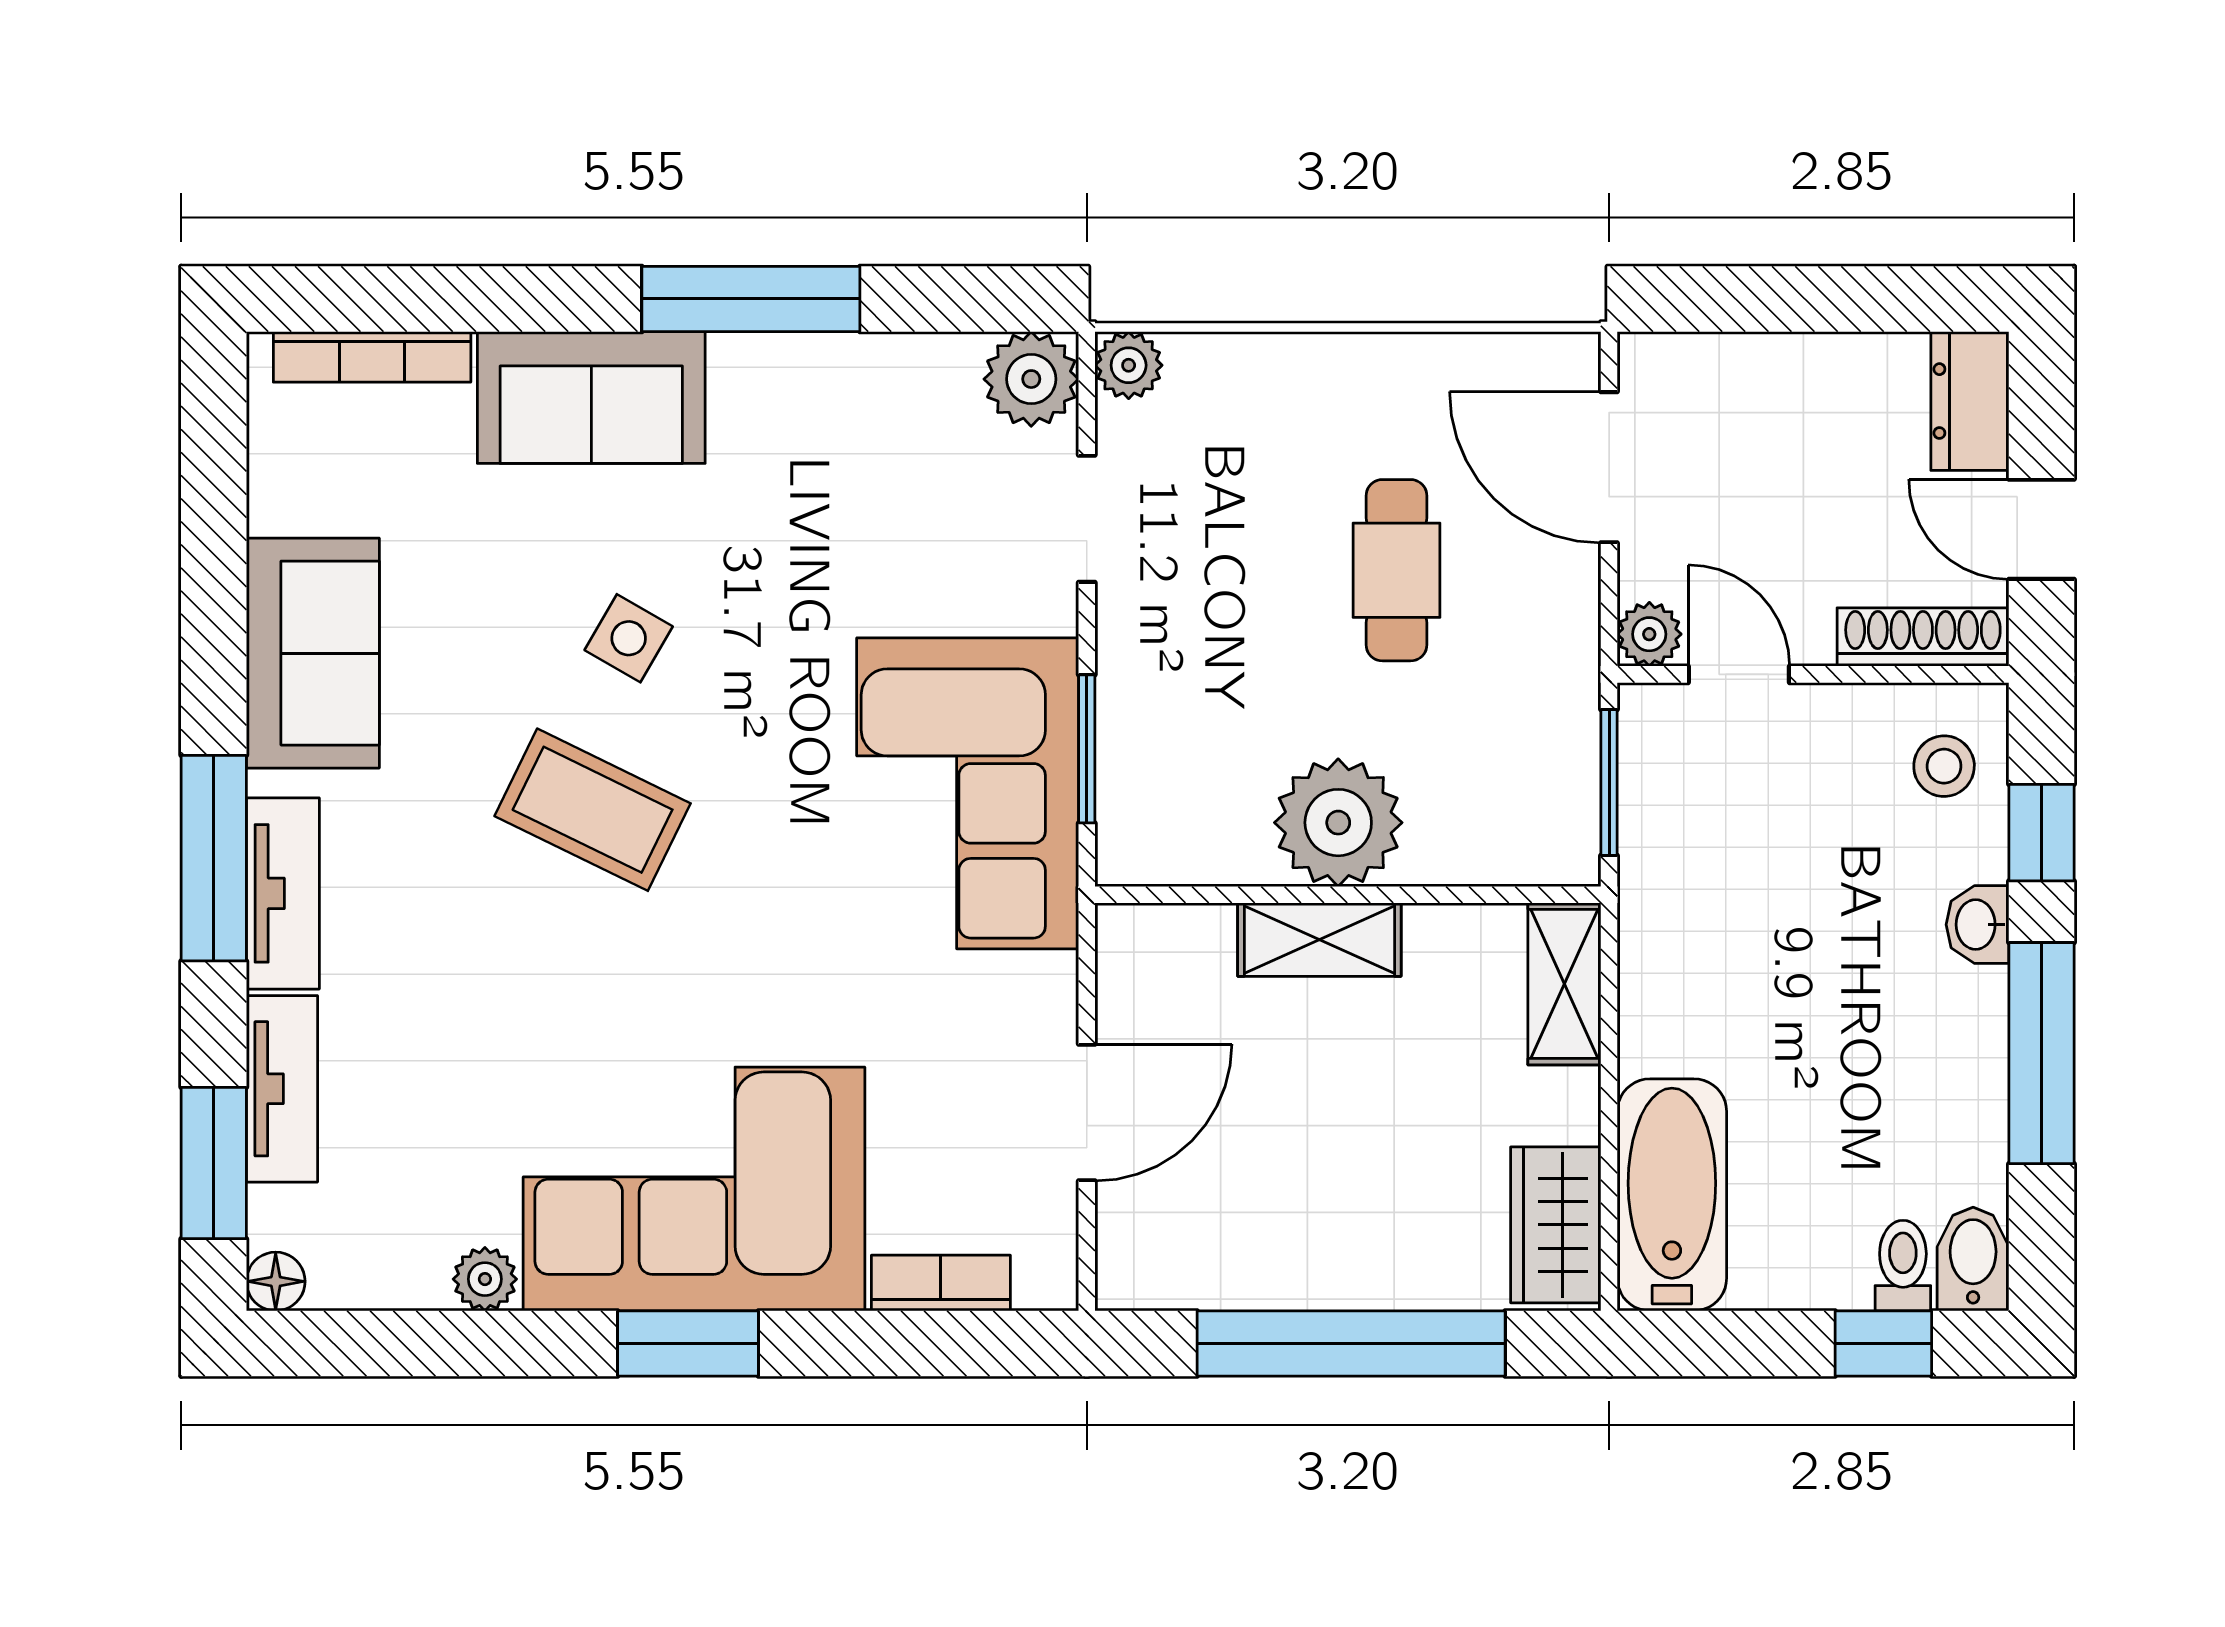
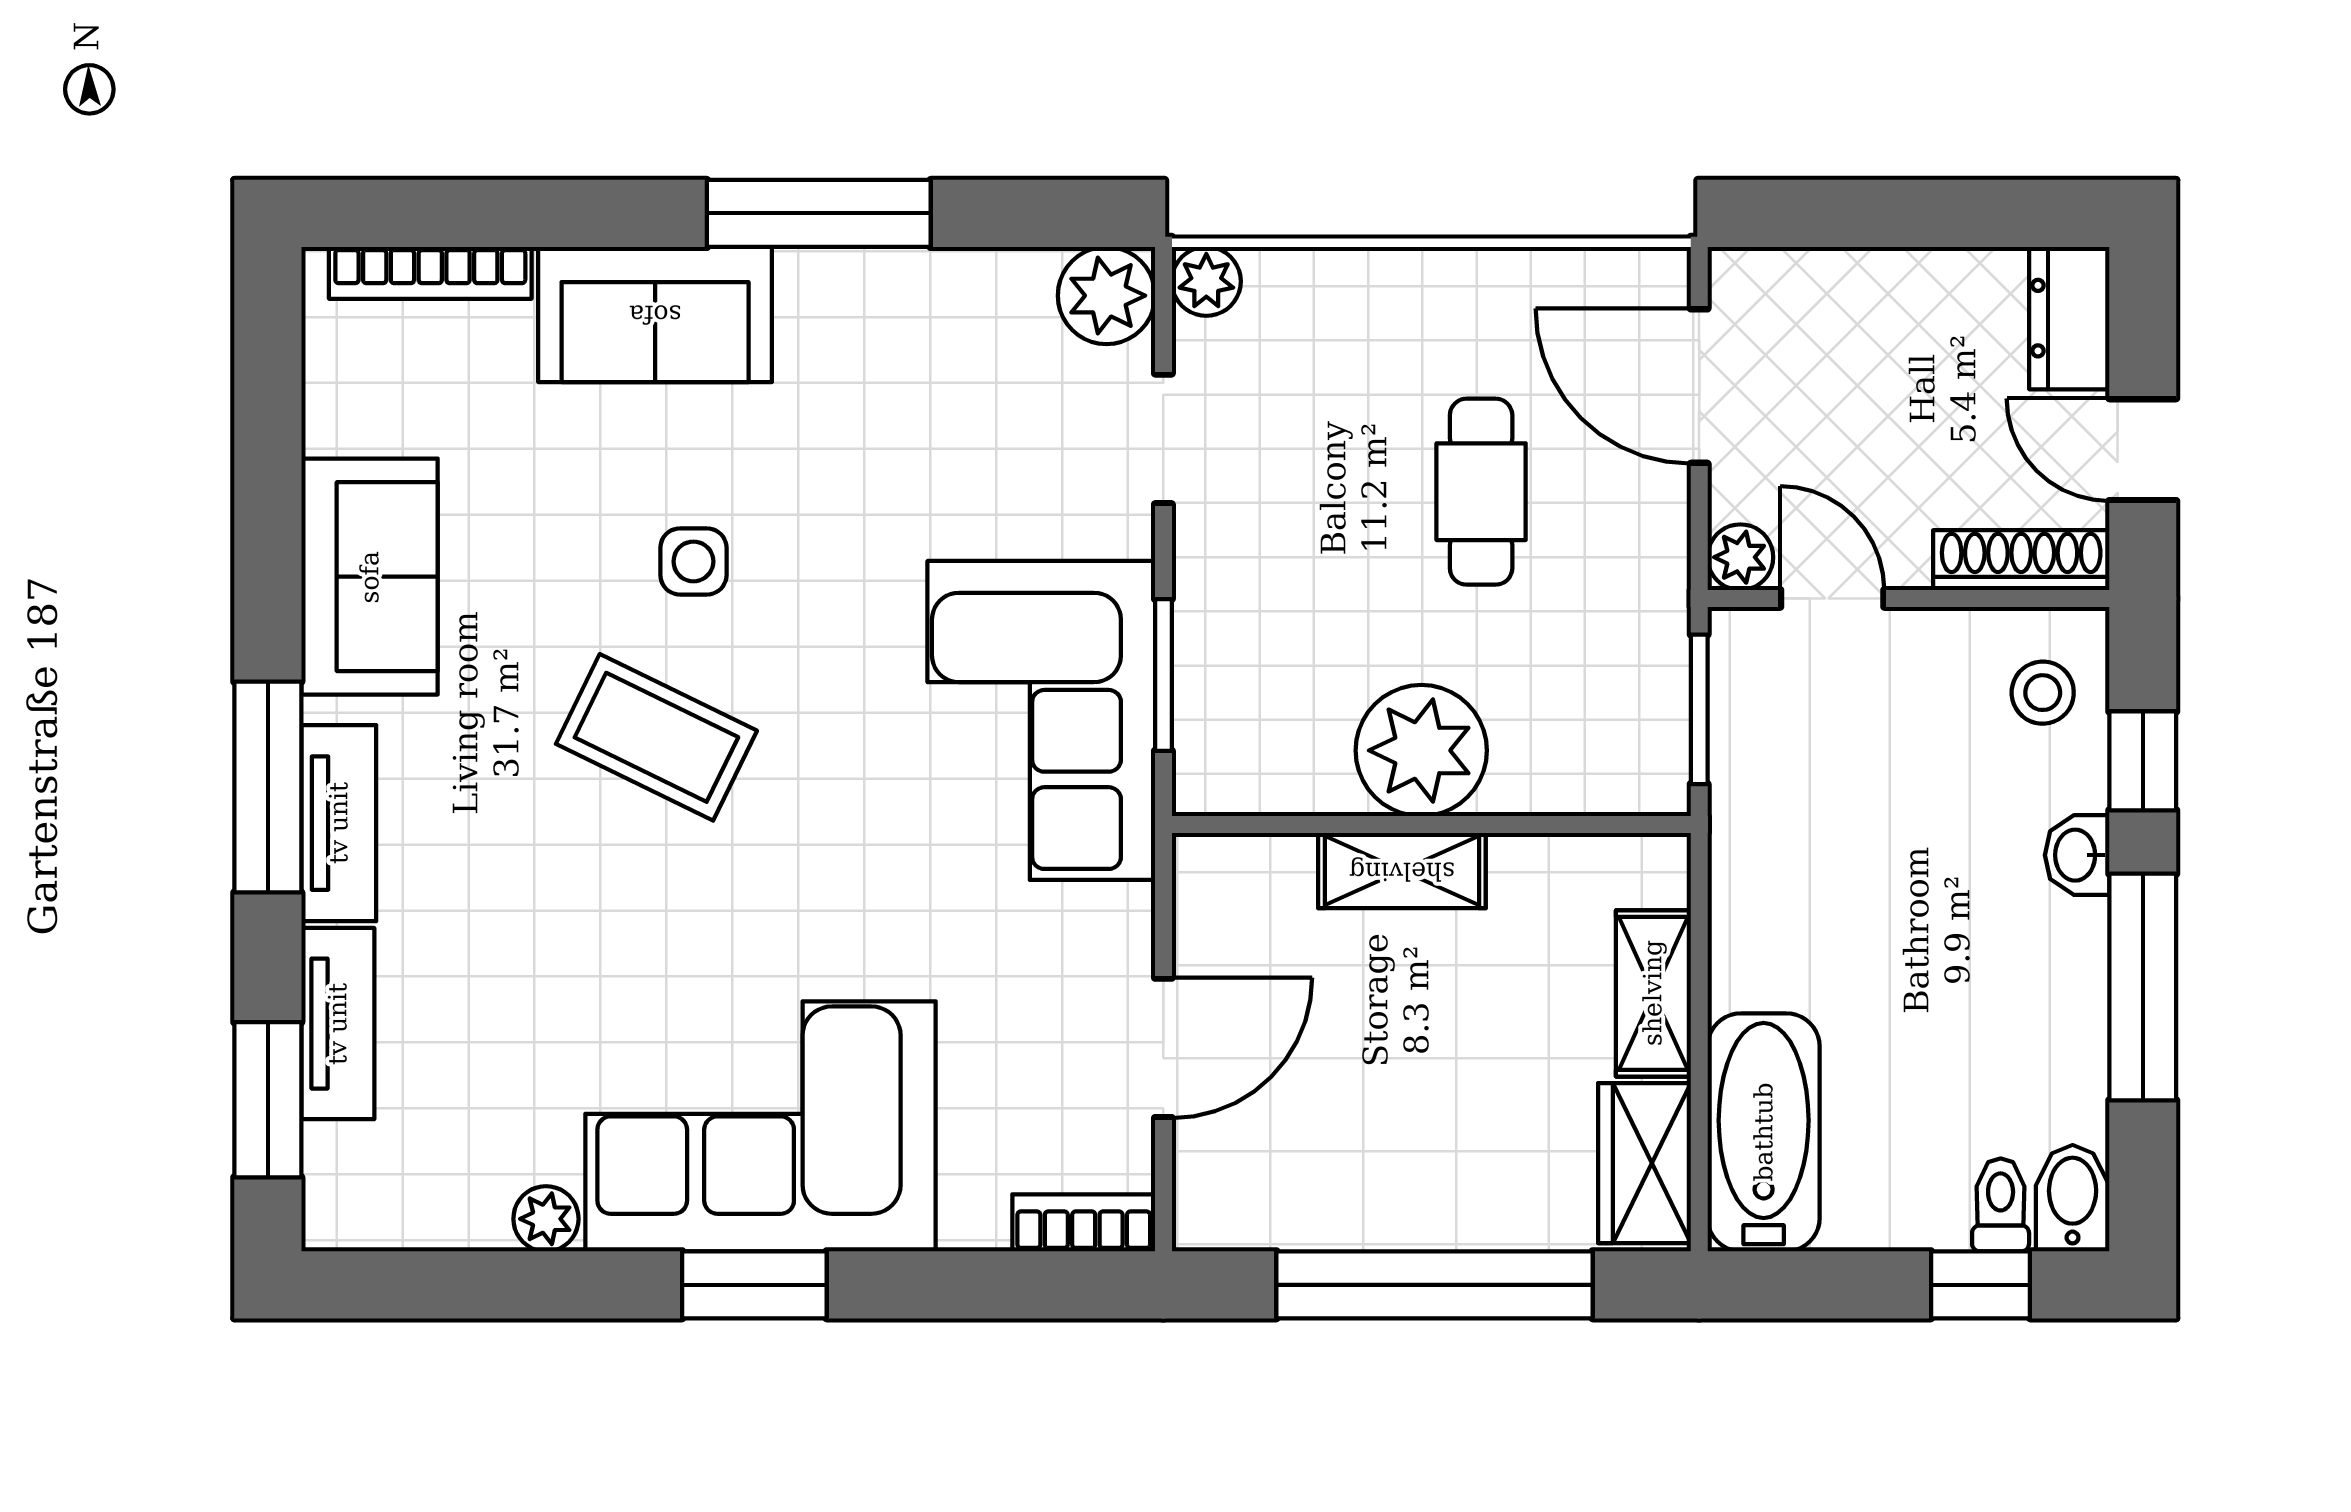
side table: (629, 638) -> (693, 561), turned -30
shelving: (1564, 984) -> (1653, 993), moved
floor lamp: (276, 1281) -> (331, 1221), removed
bookcase: (941, 1283) -> (1084, 1223), moved

